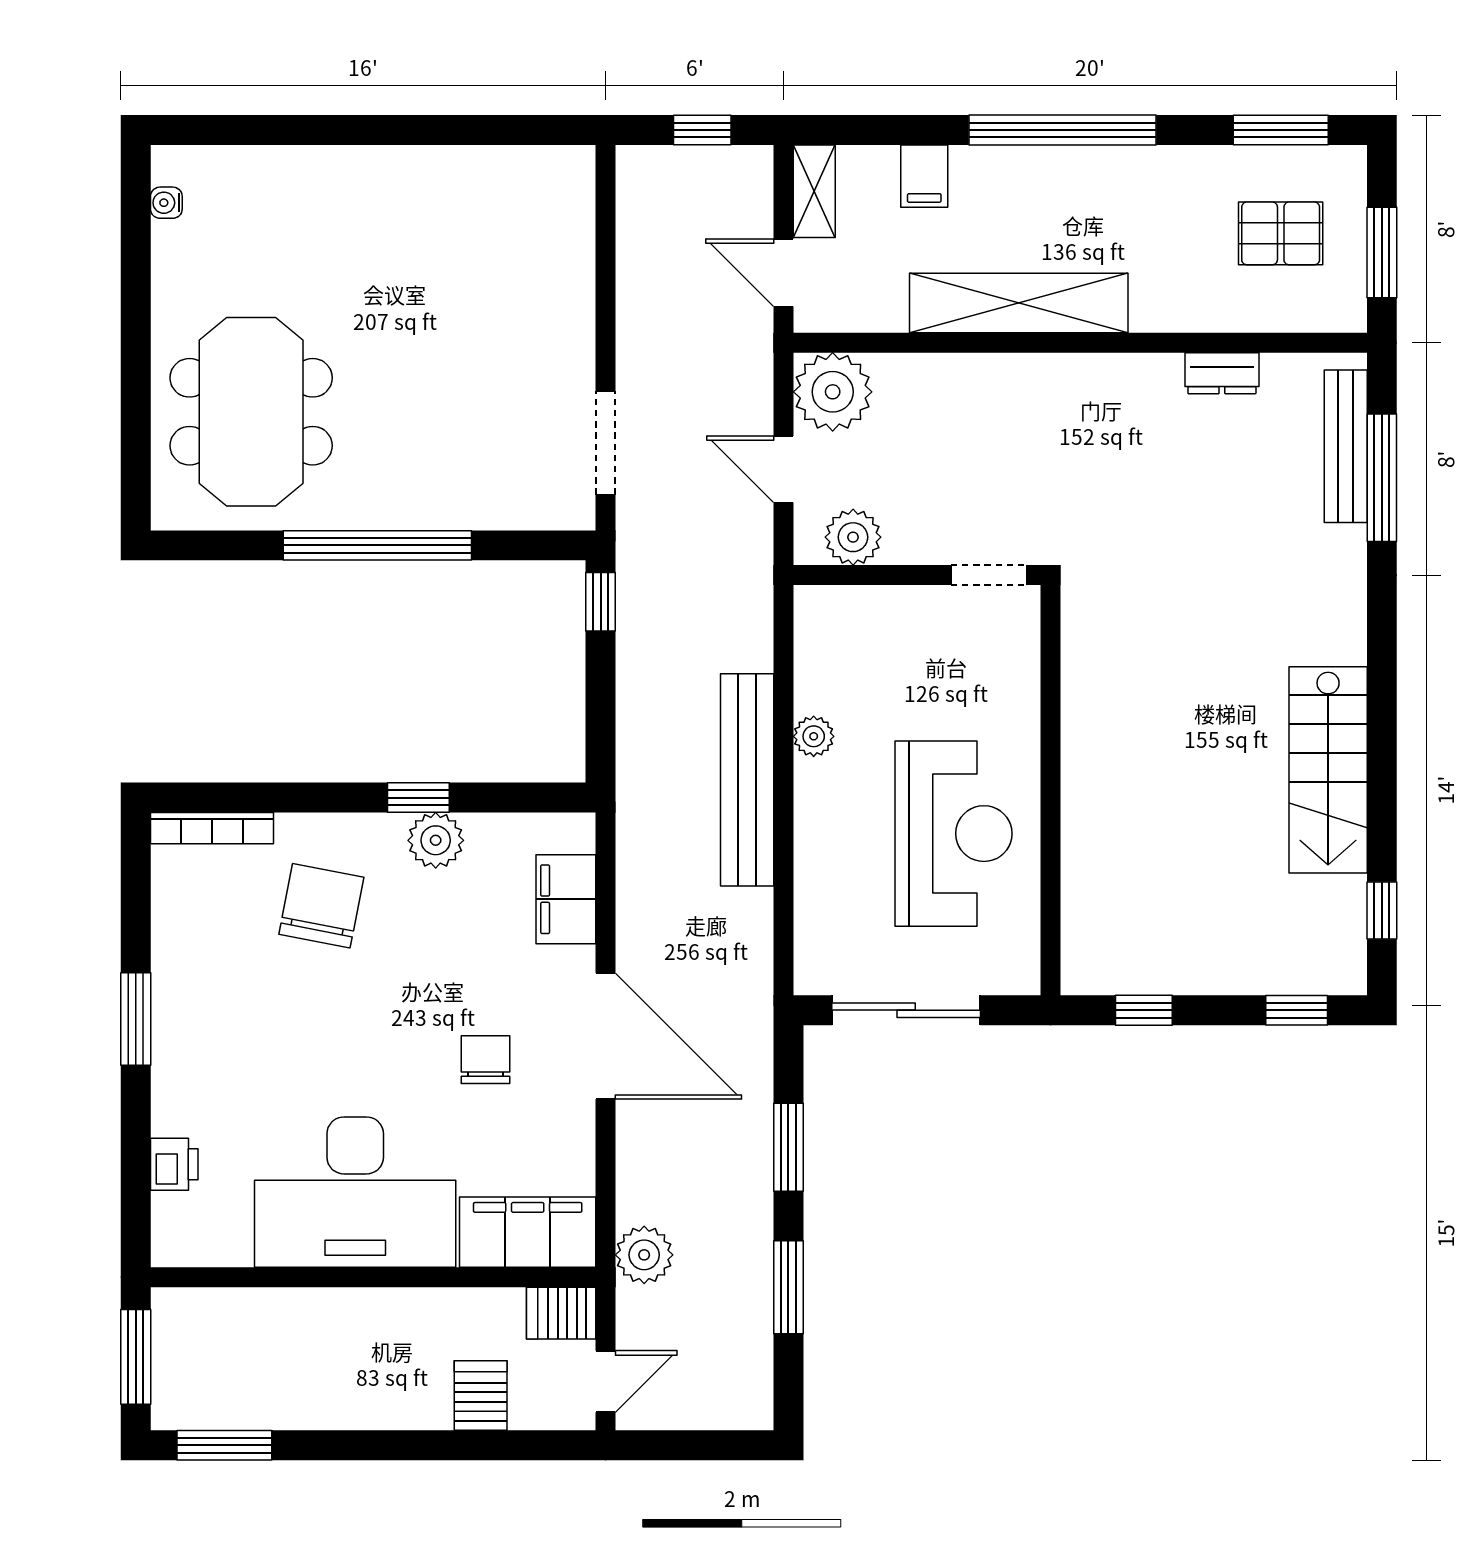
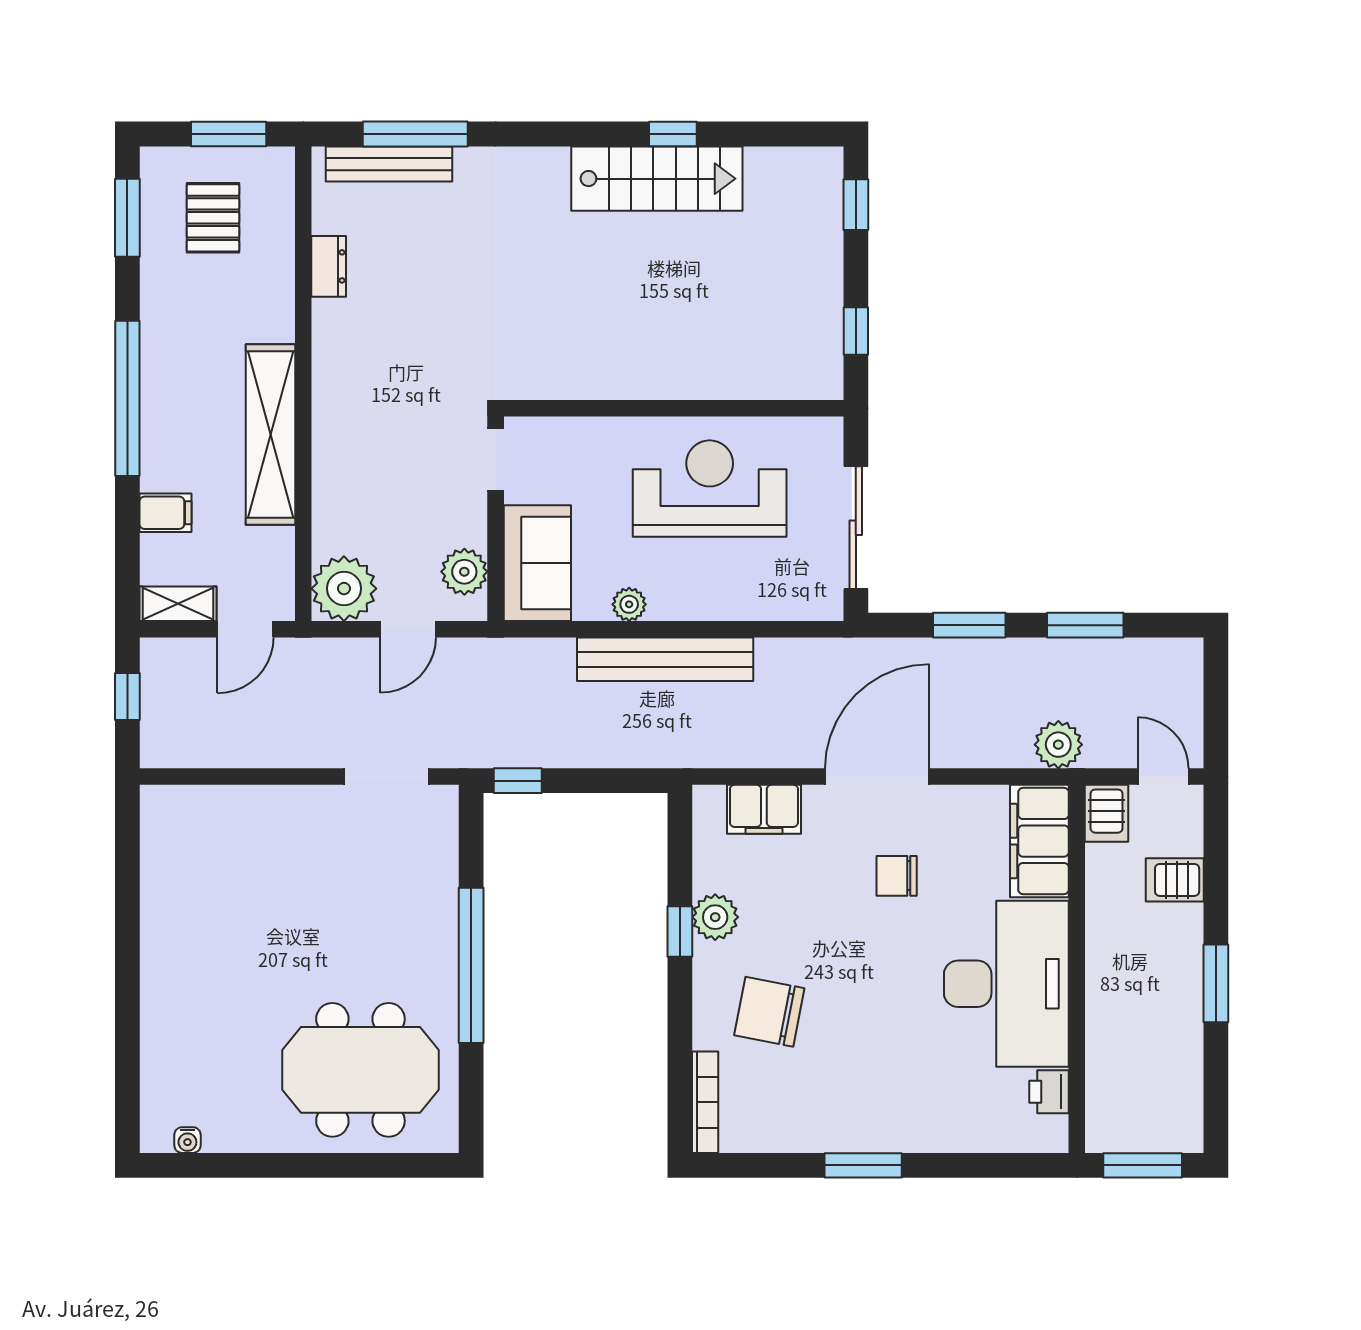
sofa: (863, 625) -> (537, 563), added
window: (1382, 911) -> (673, 134), moved
printer: (174, 1164) -> (1049, 1092), moved, turned -90
window: (224, 1445) -> (1216, 983), moved

